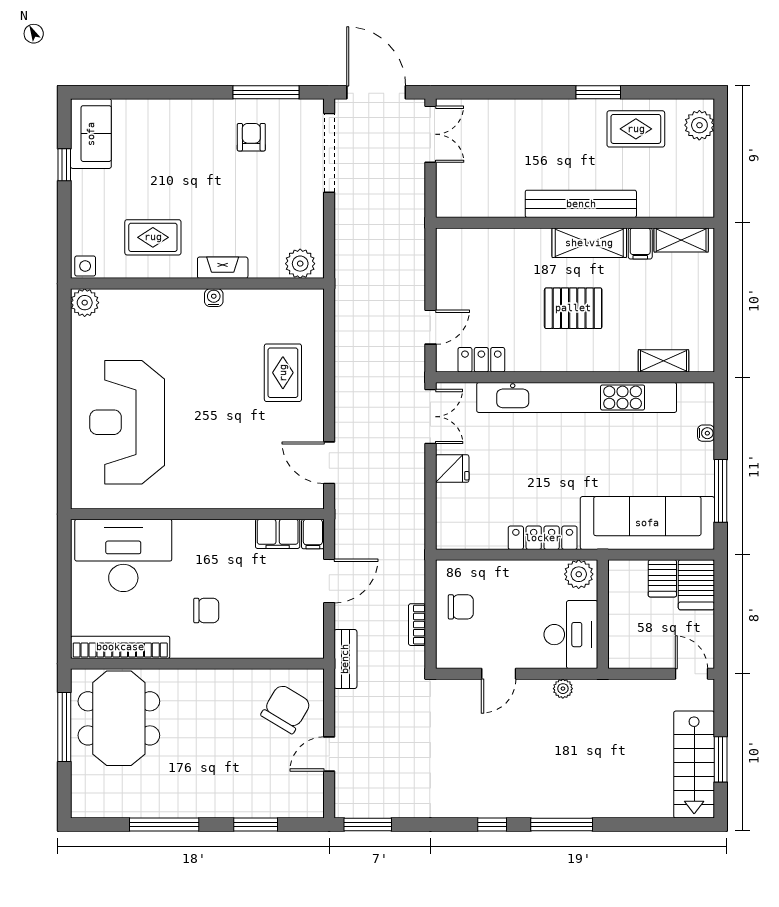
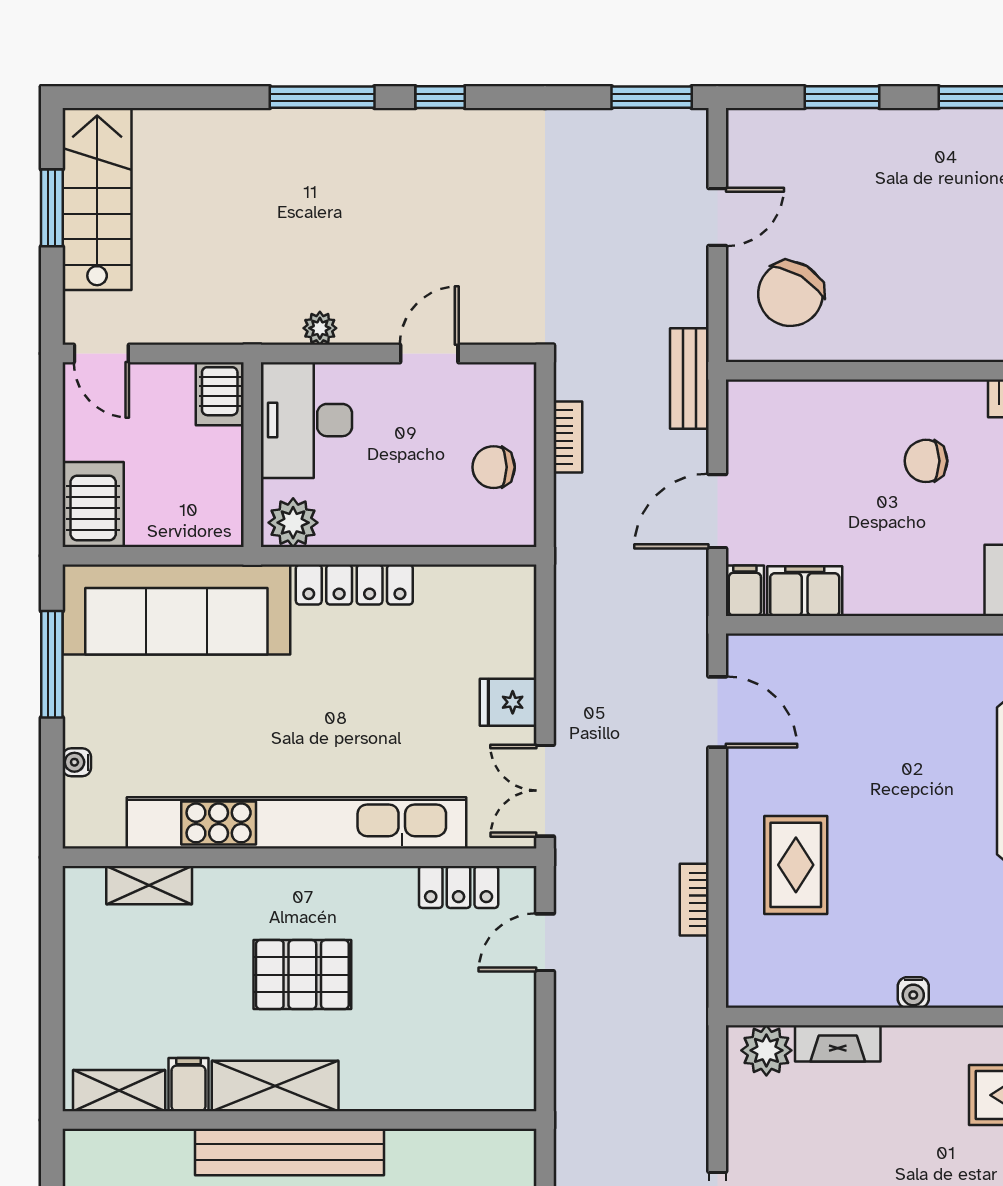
fireplace: (223, 268) -> (838, 1043), moved
bookcase: (343, 352) -> (694, 900), added
server rack: (662, 578) -> (220, 394), moved, turned 180

